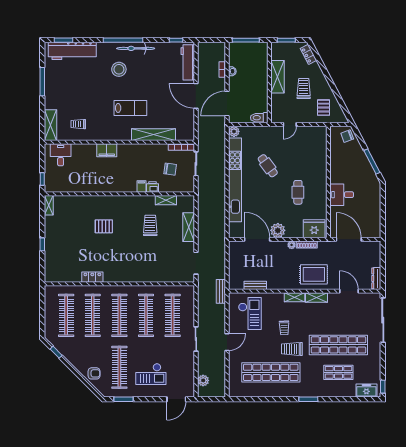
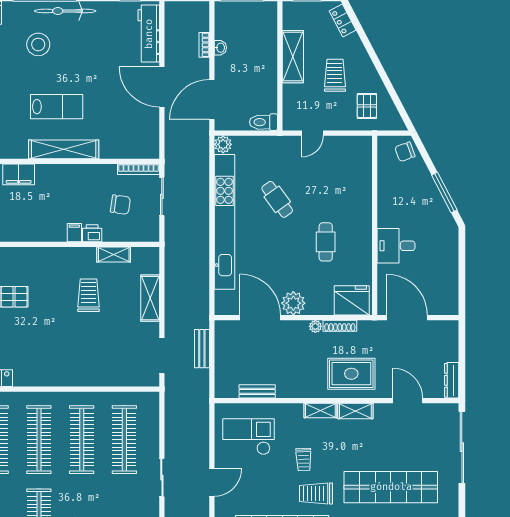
shelving: (153, 135) -> (64, 149), moved
bench: (221, 291) -> (202, 349), moved
checkout: (250, 313) -> (248, 437), turned -90

